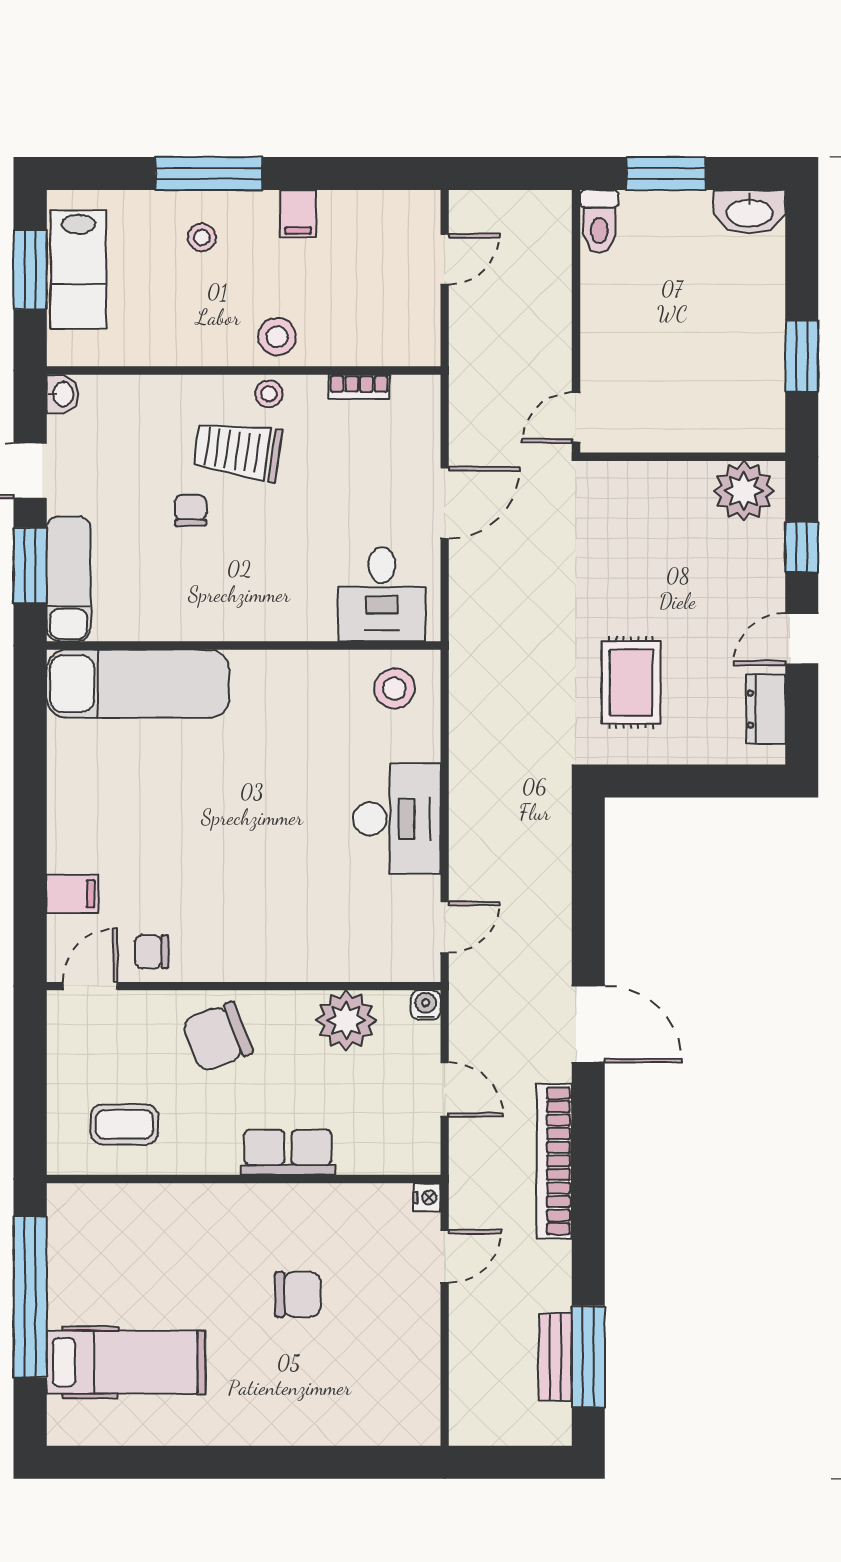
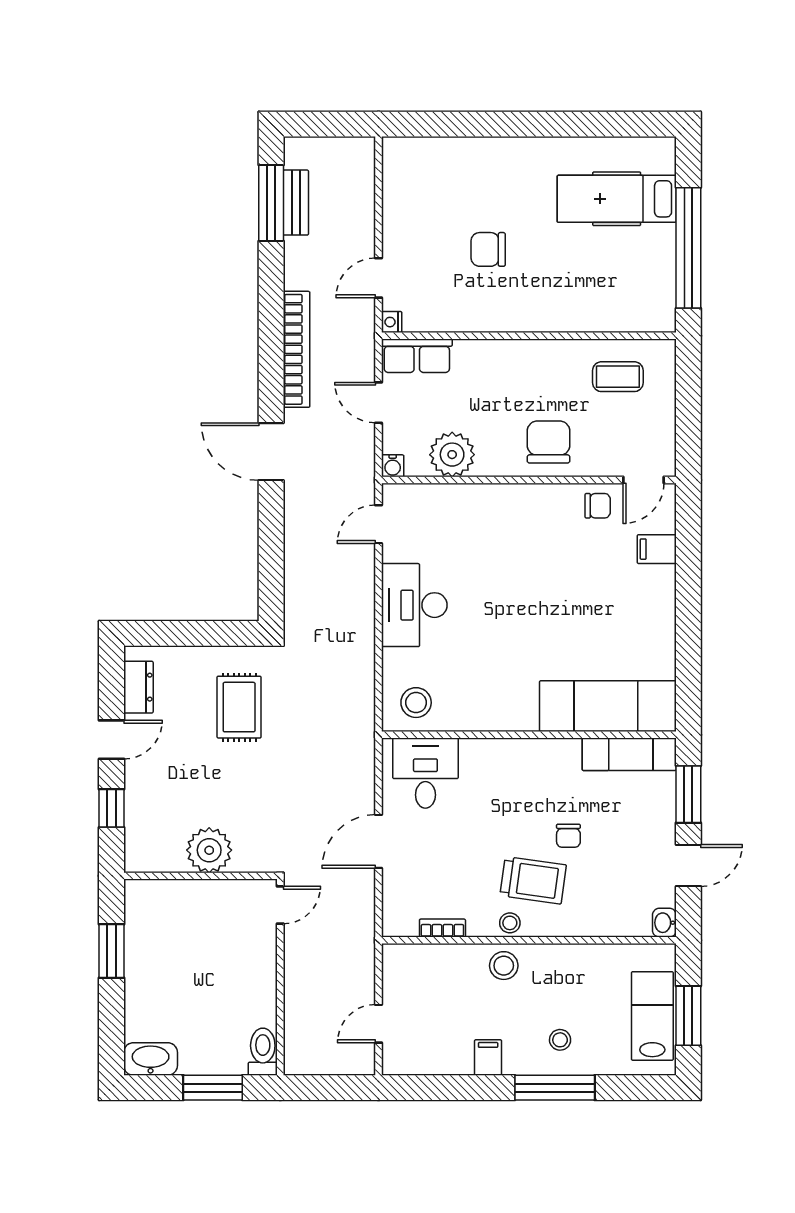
plant: (744, 491) -> (209, 850), moved
exam couch: (68, 579) -> (629, 754), moved, turned -90
chair: (217, 1037) -> (548, 442), turned -69
row of seats: (288, 1152) -> (417, 356), moved

